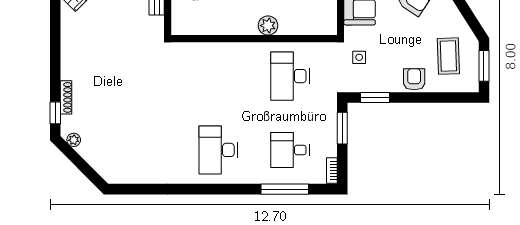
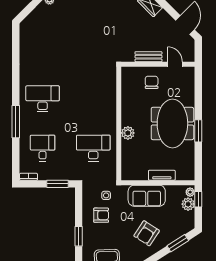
armchair: (414, 79) -> (101, 215), moved
window: (375, 97) -> (79, 236), moved
window: (285, 189) -> (16, 122), moved

